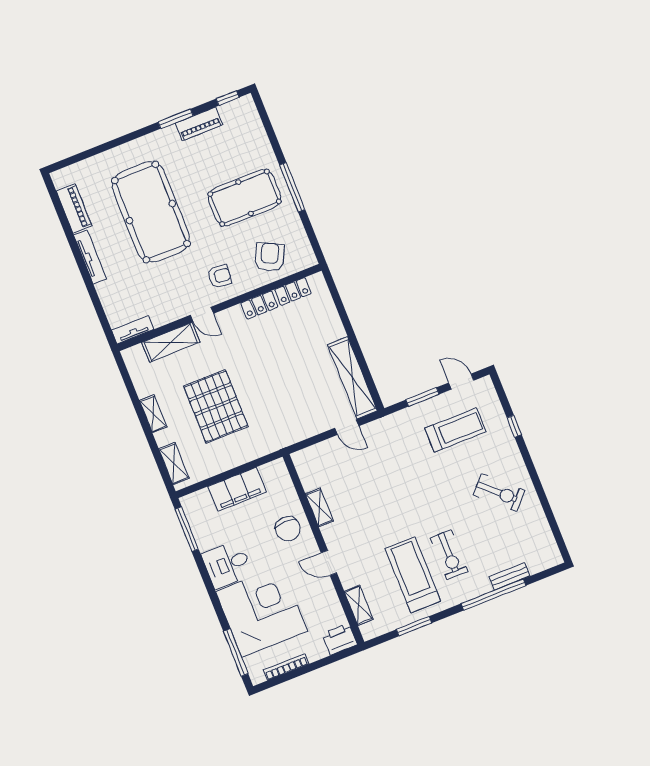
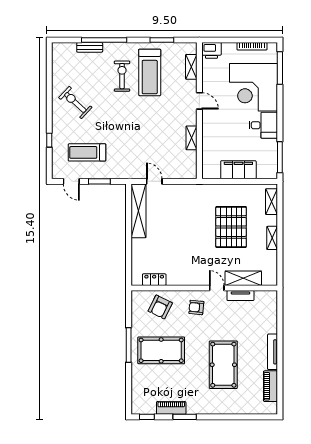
pool table: (151, 212) -> (223, 365), width x0.73, depth x0.76
locker: (259, 305) -> (179, 280), removed
tv unit: (133, 330) -> (240, 296), moved
chair: (288, 529) -> (216, 132), removed

